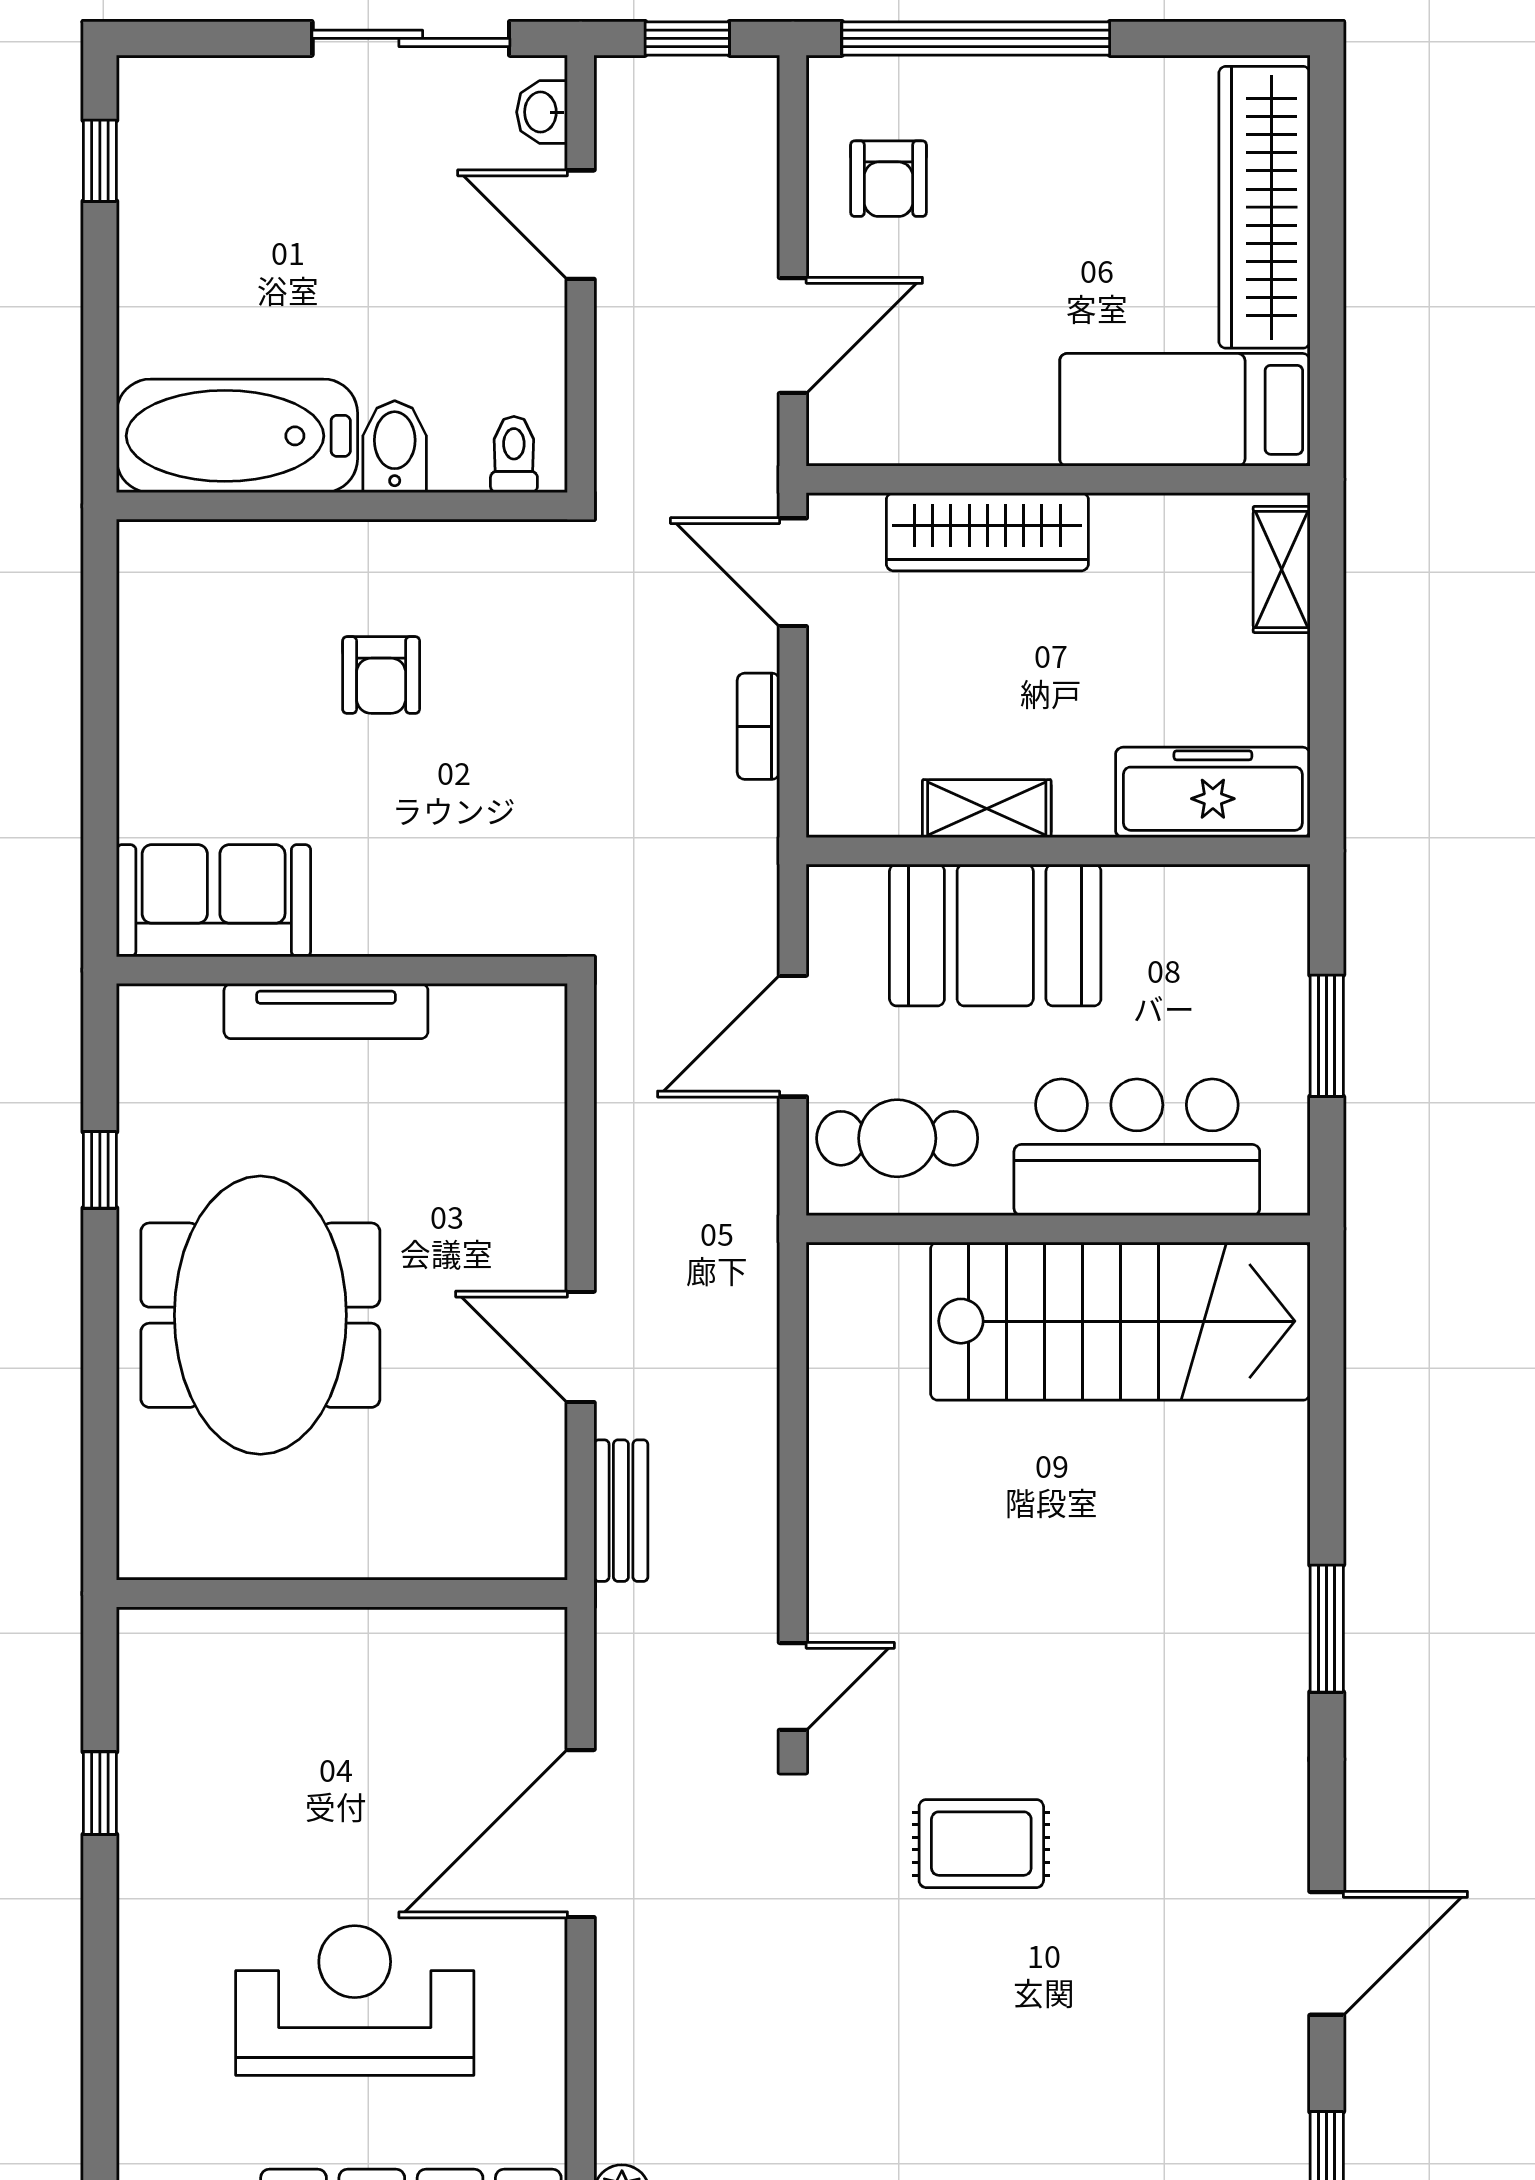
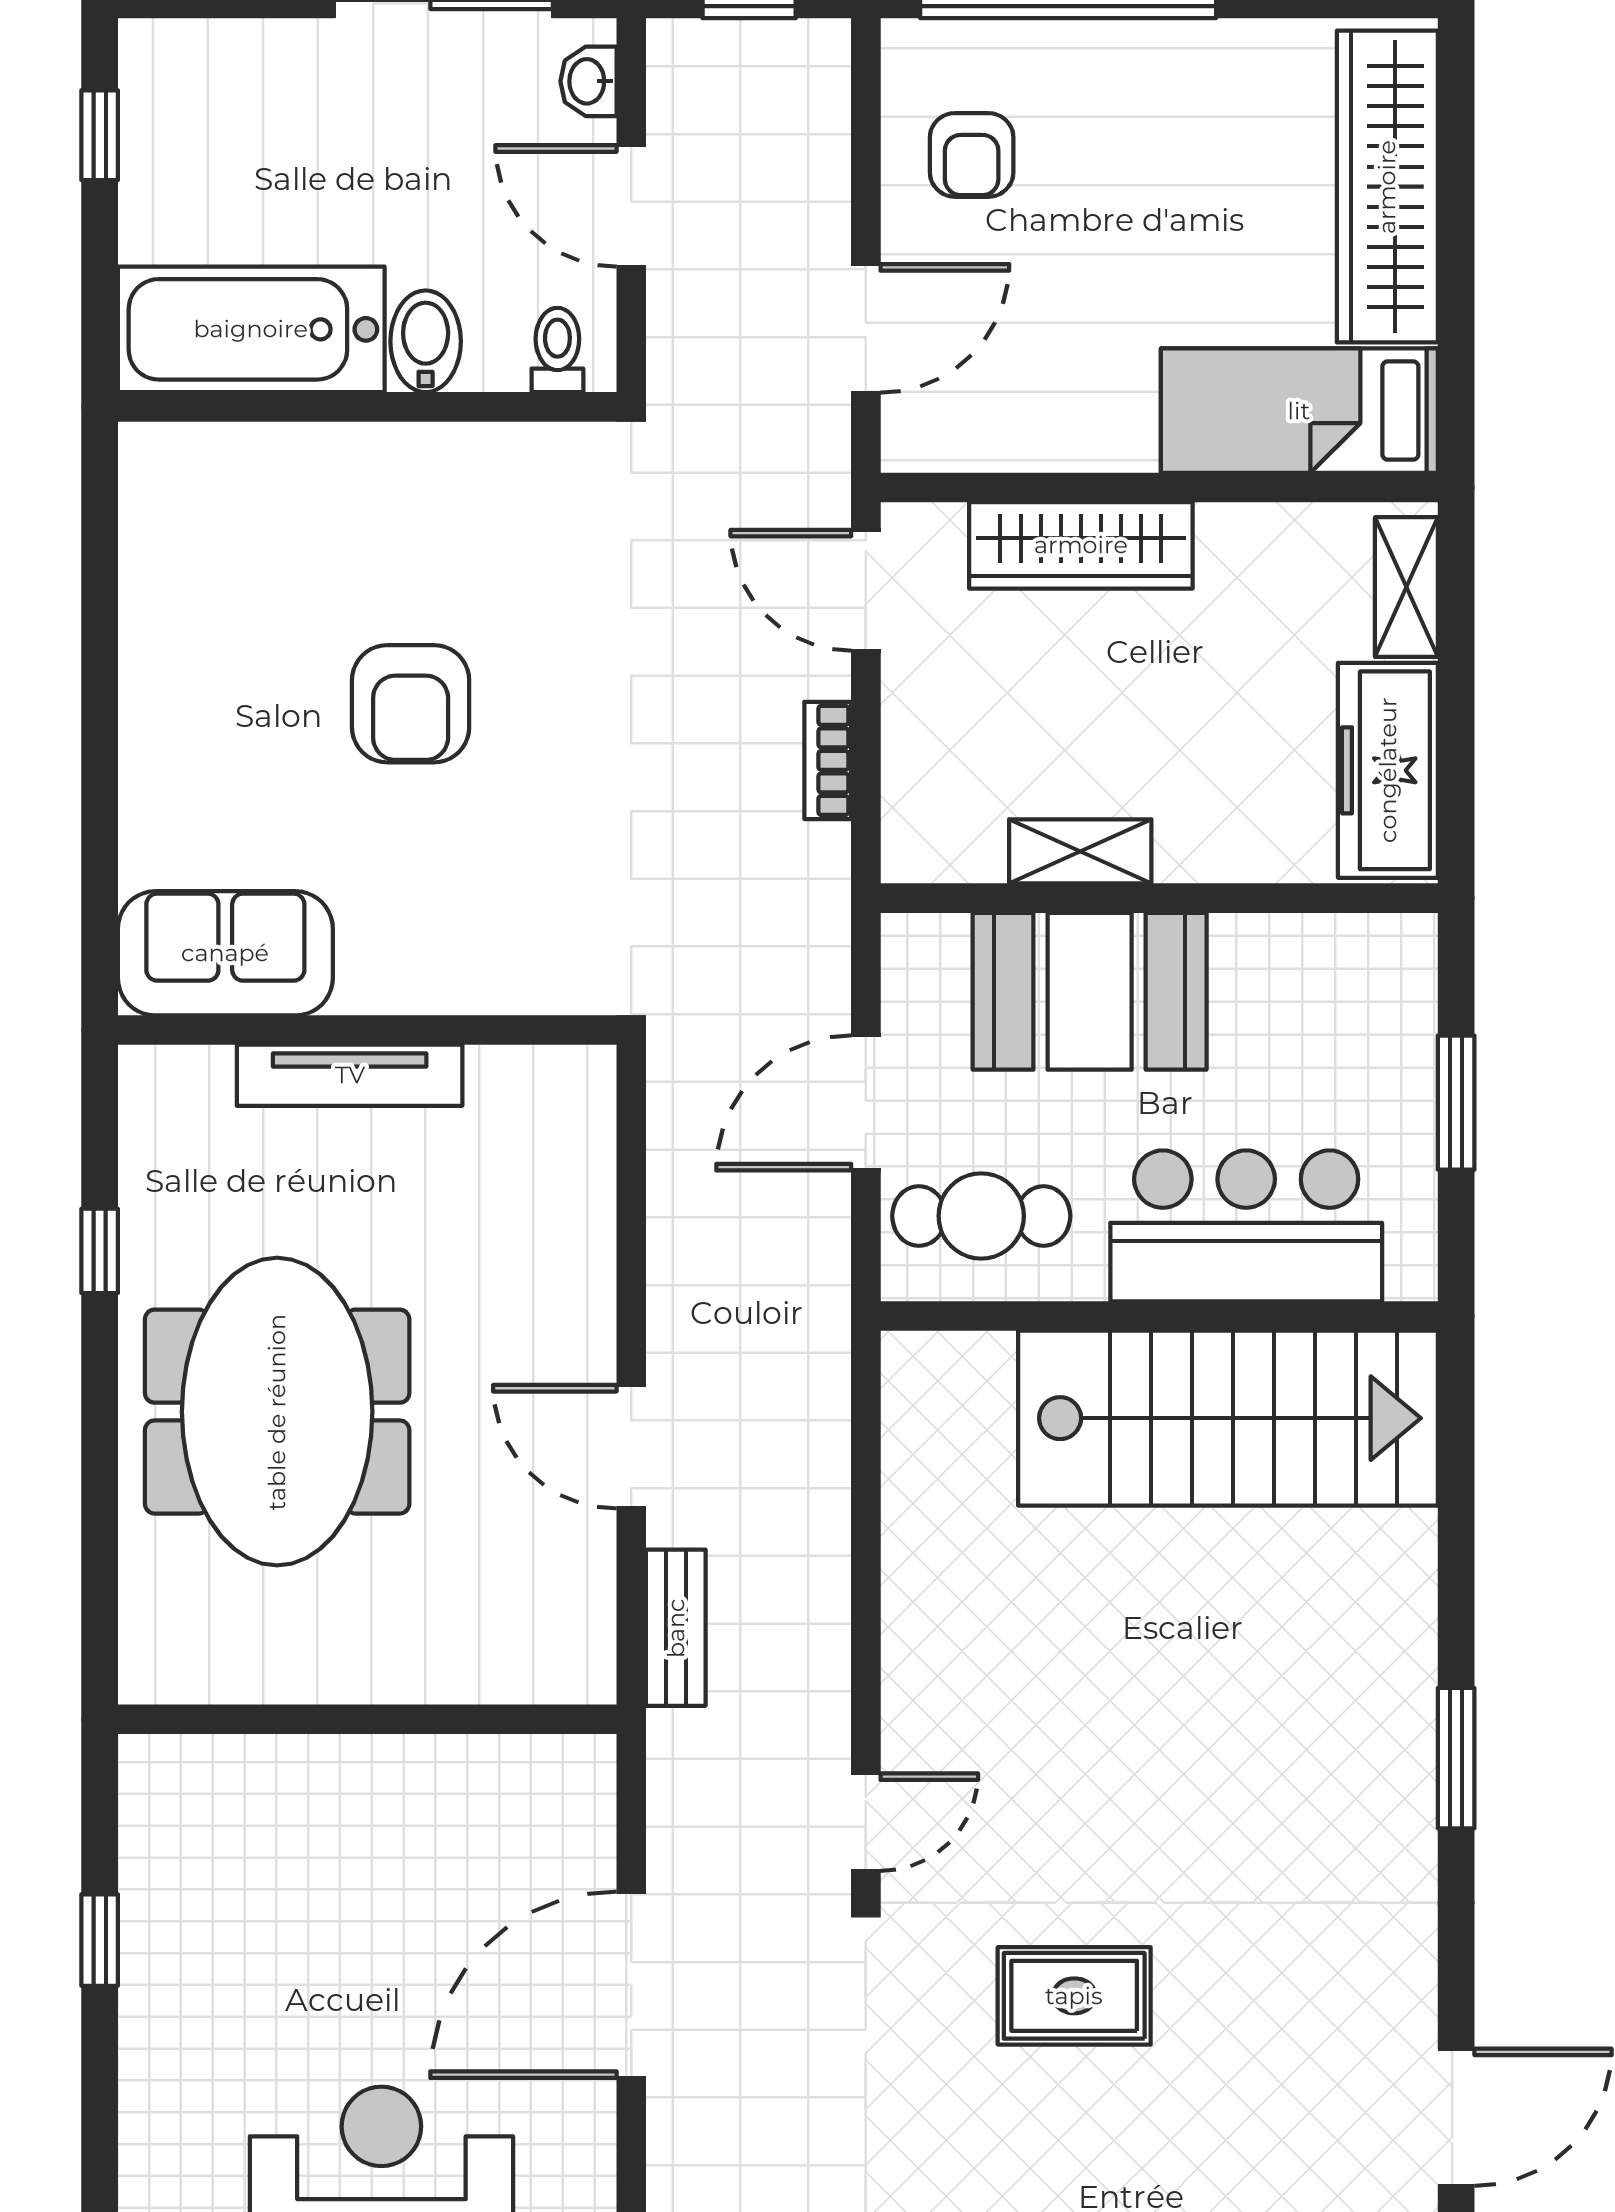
bathtub: (237, 436) -> (251, 329), moved
bidet: (395, 447) -> (426, 341), moved
toilet: (514, 455) -> (557, 350), moved
wall: (342, 506) -> (367, 407), moved
armchair: (381, 675) -> (411, 704), width x1.38, depth x1.38
freezer: (1213, 792) -> (1388, 770), moved, turned -90

